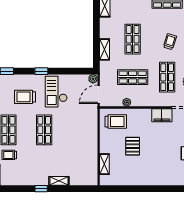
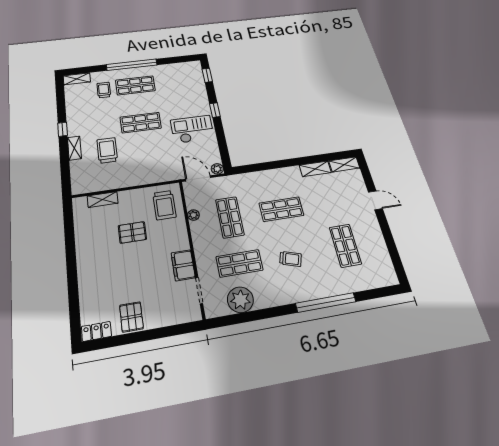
shelving: (104, 49) -> (259, 177), removed
trolley: (25, 97) -> (107, 150), moved

